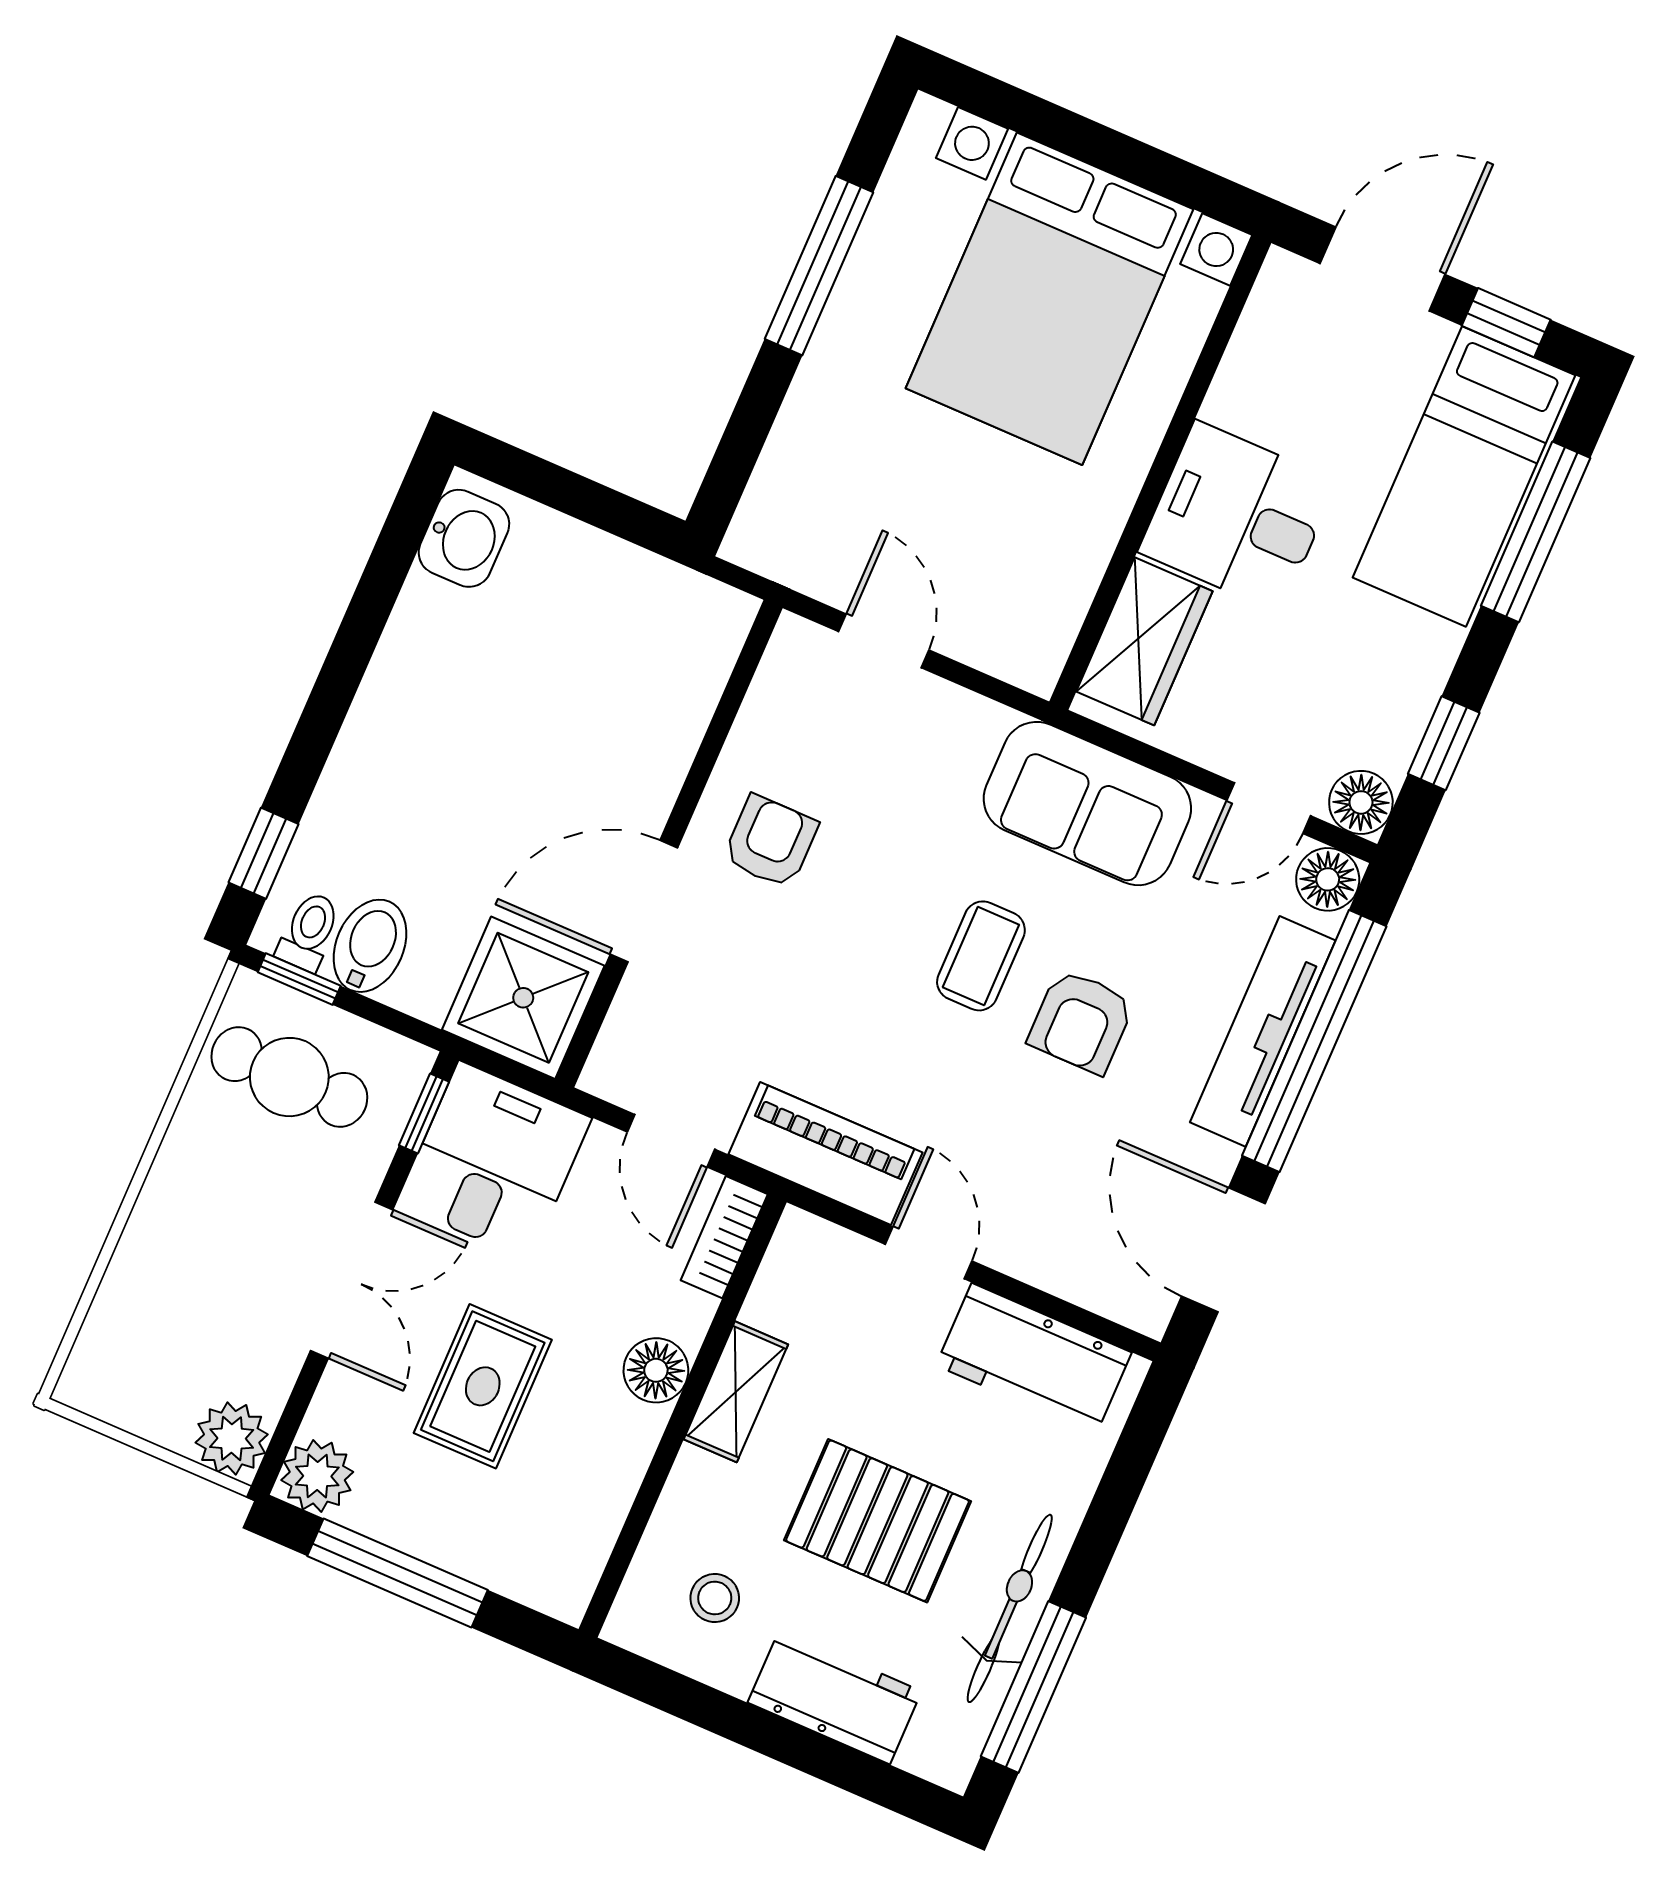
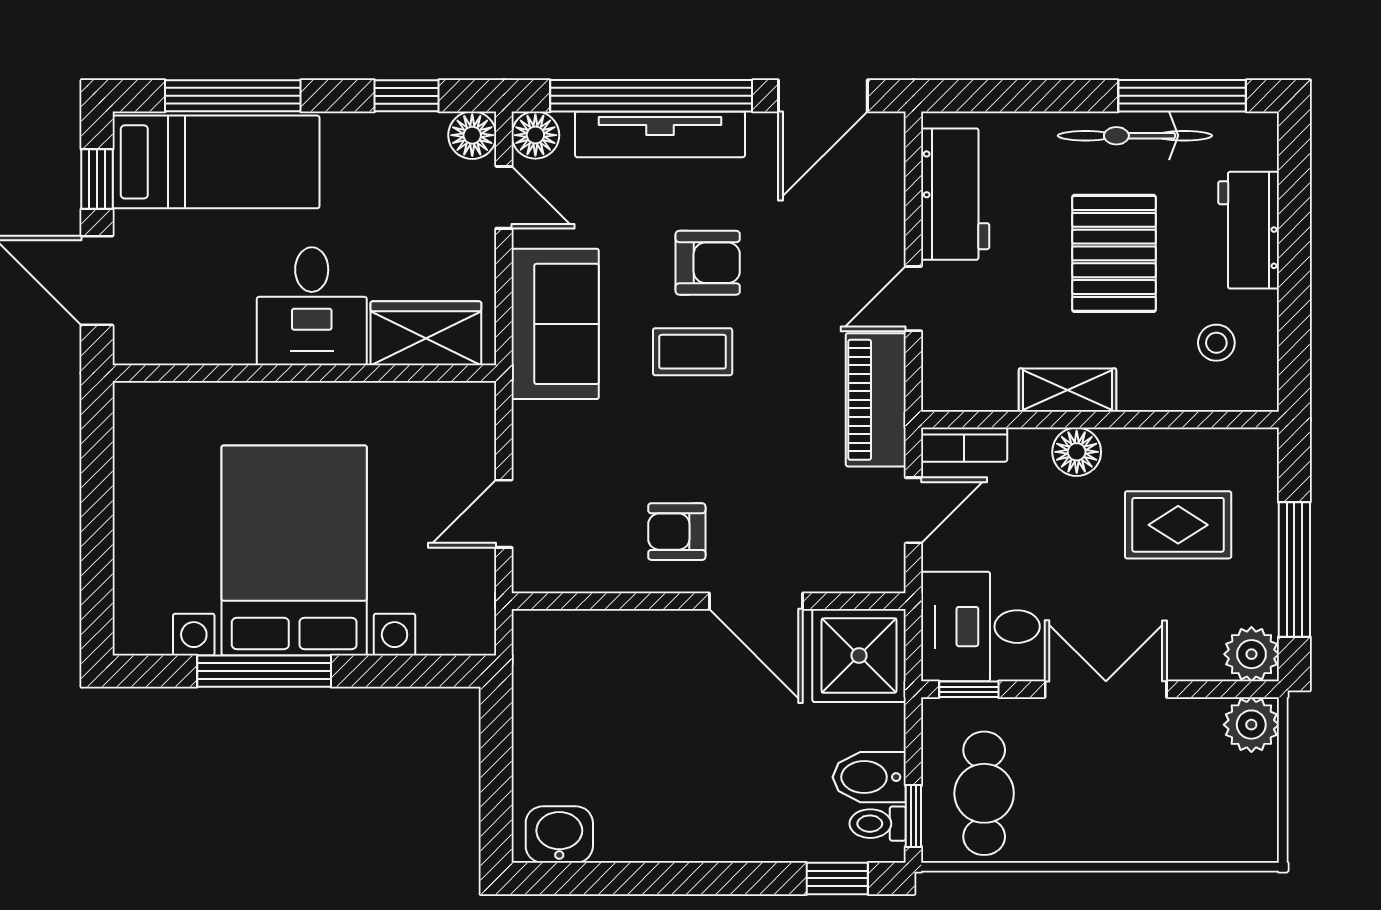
bed with nightstands: (1050, 299) -> (294, 550), moved, turned -90
rug: (483, 1386) -> (1178, 525), moved

